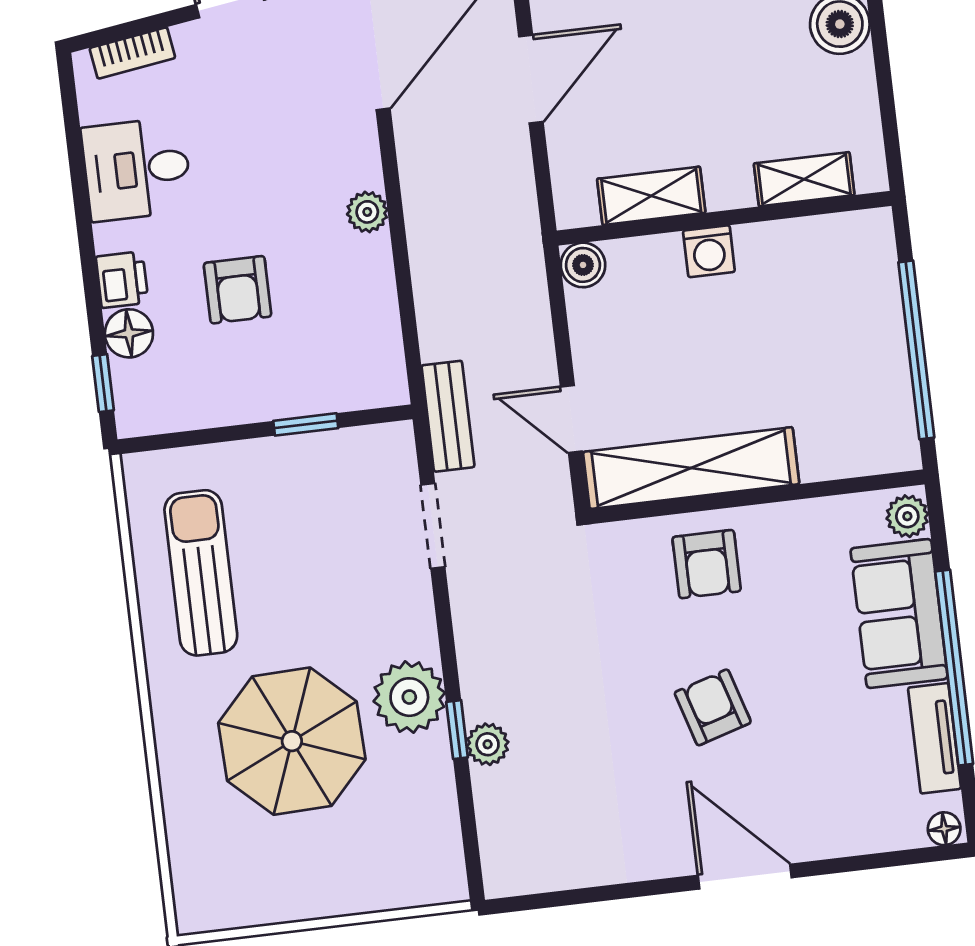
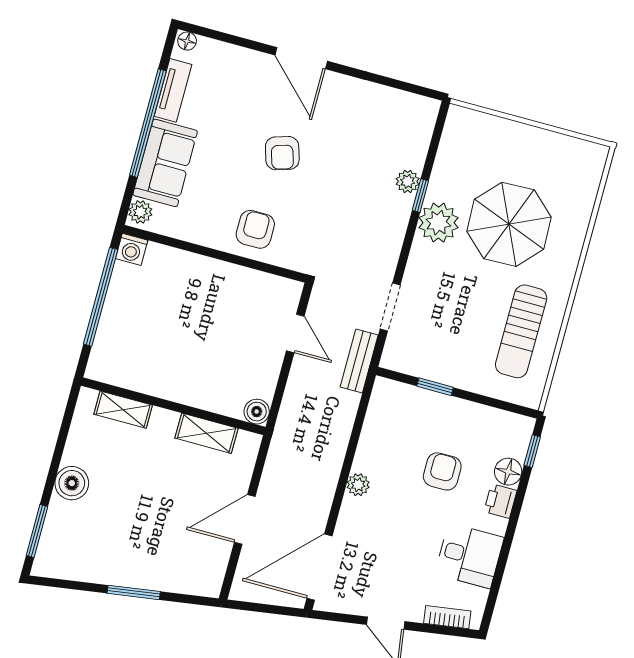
washing machine: (709, 251) -> (132, 249), moved, turned 180
shelving: (691, 468) -> (243, 283), removed

